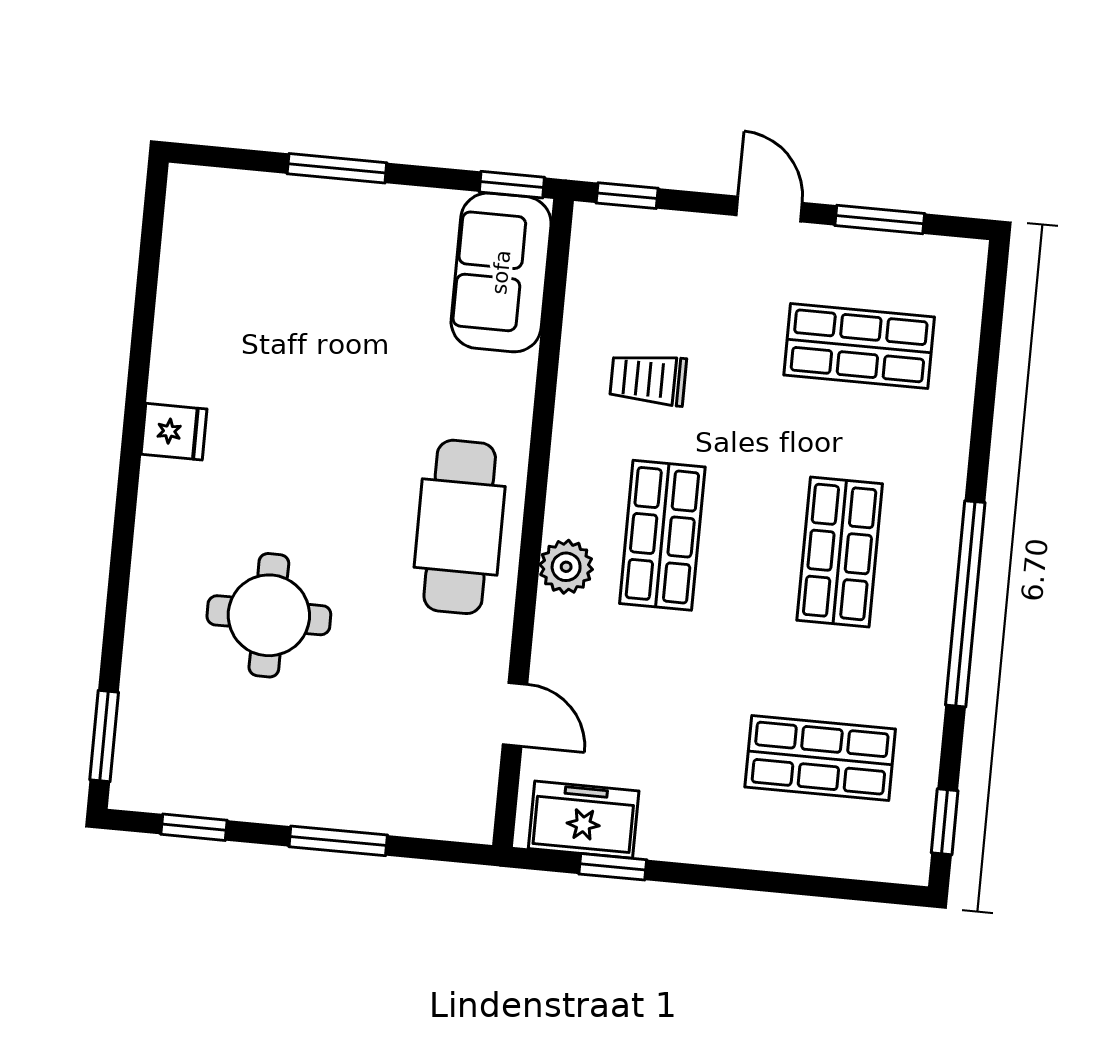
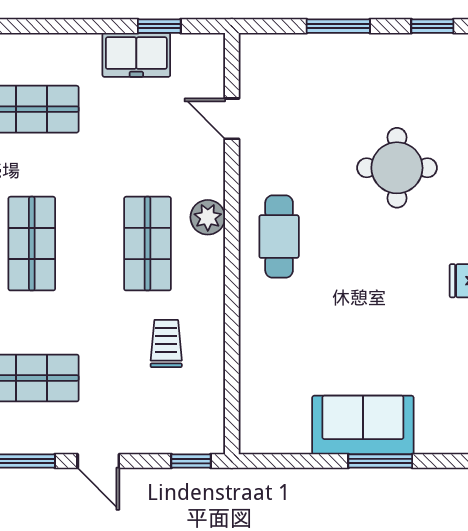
window: (512, 185) -> (266, 461), removed
sofa: (501, 272) -> (363, 425), moved, turned -90
trolley: (648, 379) -> (166, 344), turned -90
cafe table: (460, 527) -> (279, 237), width x0.73, depth x0.74
freezer: (584, 820) -> (136, 55), moved

